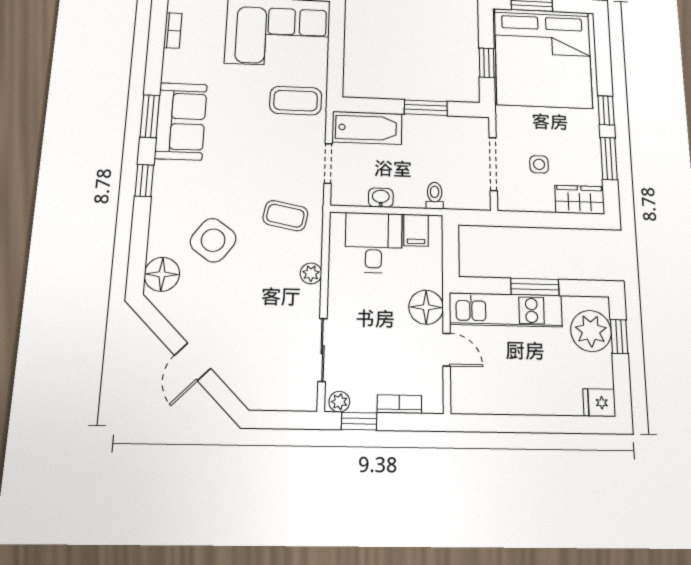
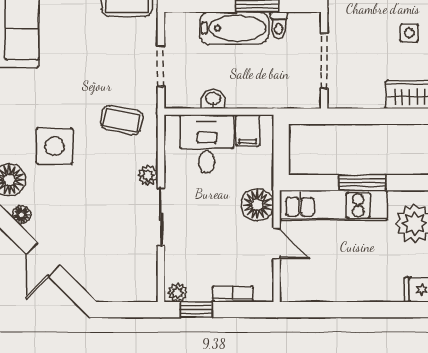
bathtub: (367, 128) -> (234, 28), moved
side table: (539, 164) -> (409, 33), moved
toilet: (435, 196) -> (279, 25), moved, turned 180
side table: (213, 240) -> (55, 146), turned -36
floor lamp: (172, 312) -> (22, 215), added
sliding door: (323, 350) -> (161, 217), moved

